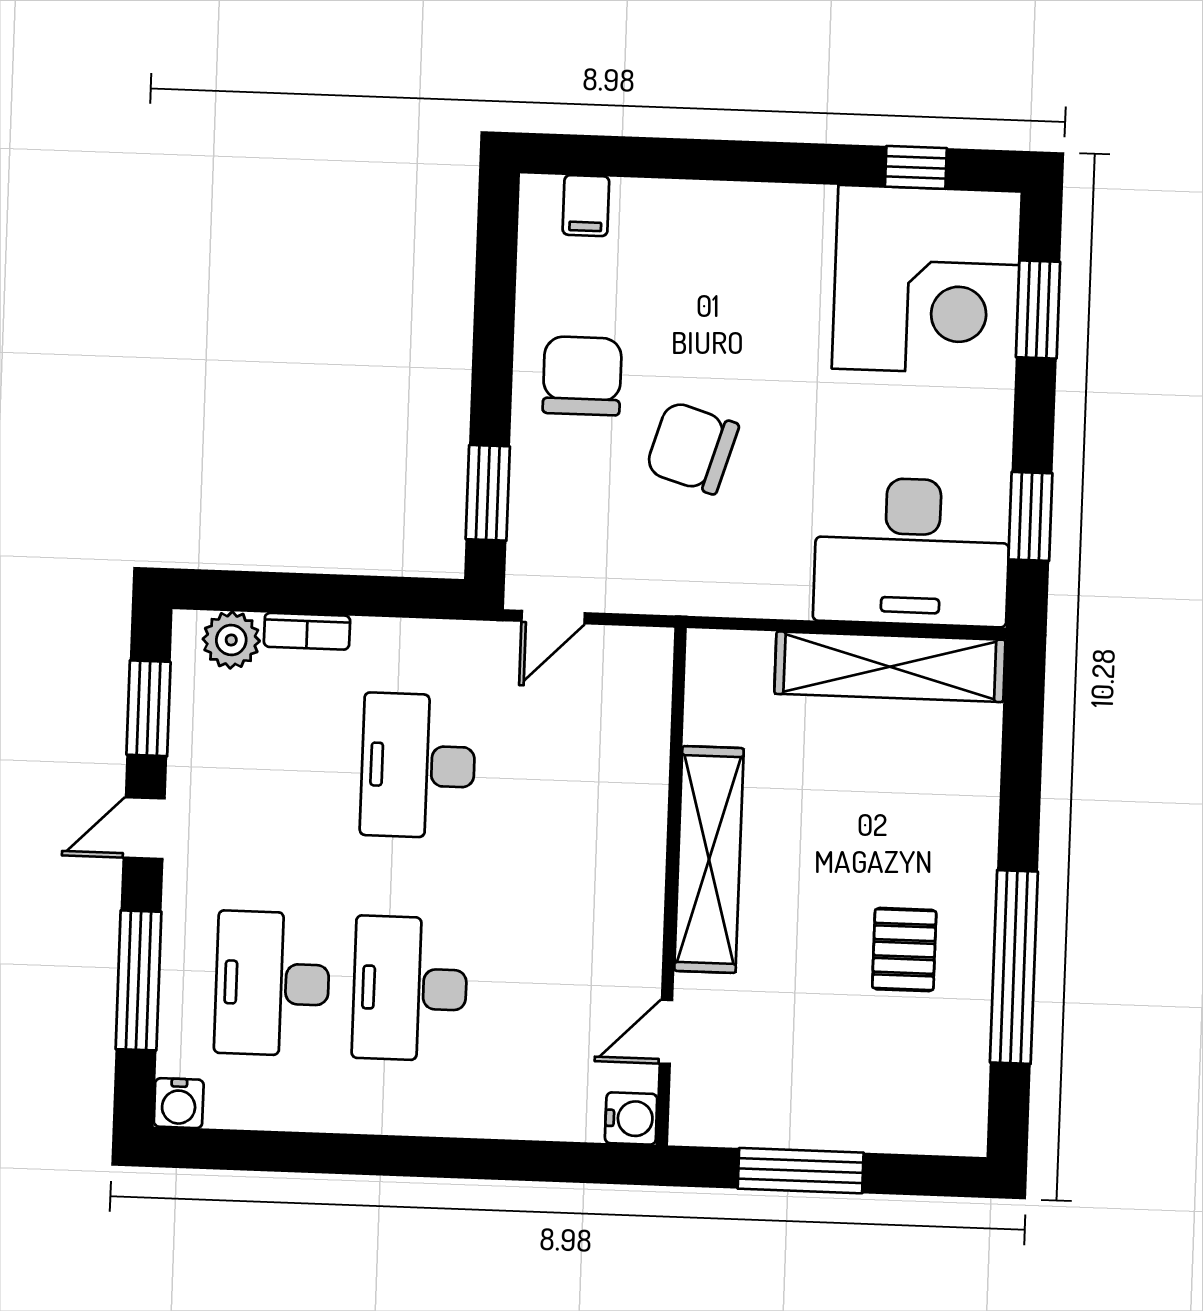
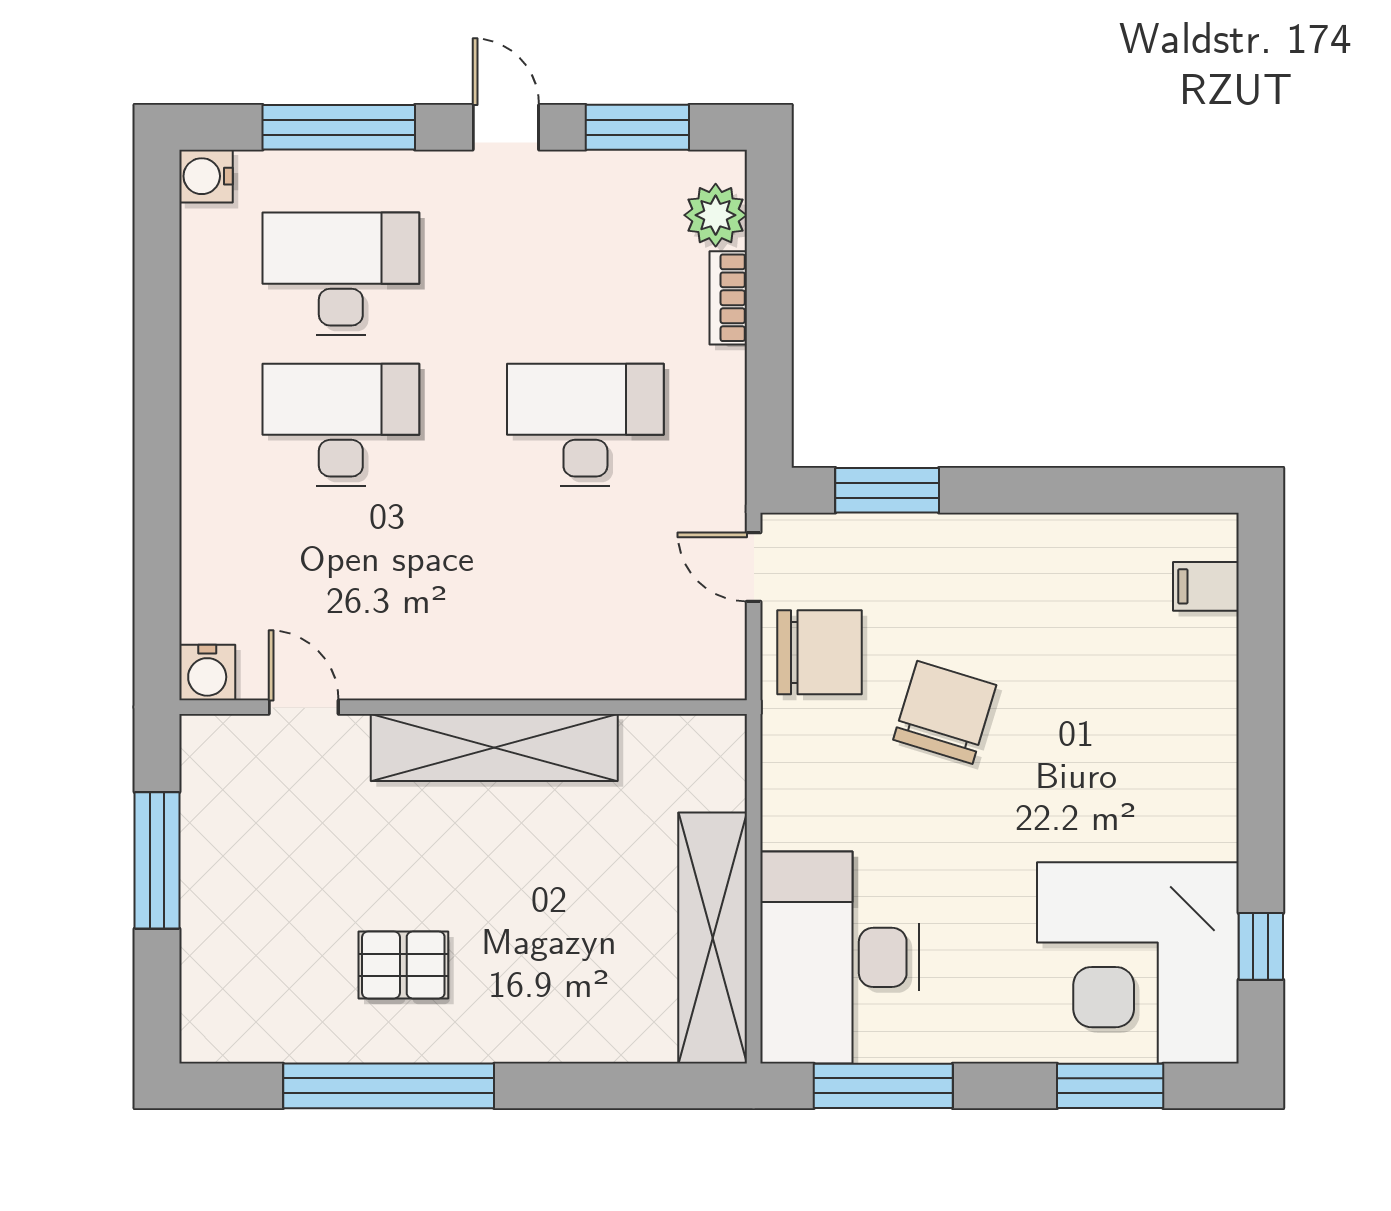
chair: (582, 376) -> (820, 652), moved
window: (1030, 516) -> (883, 1086), width x1.44

